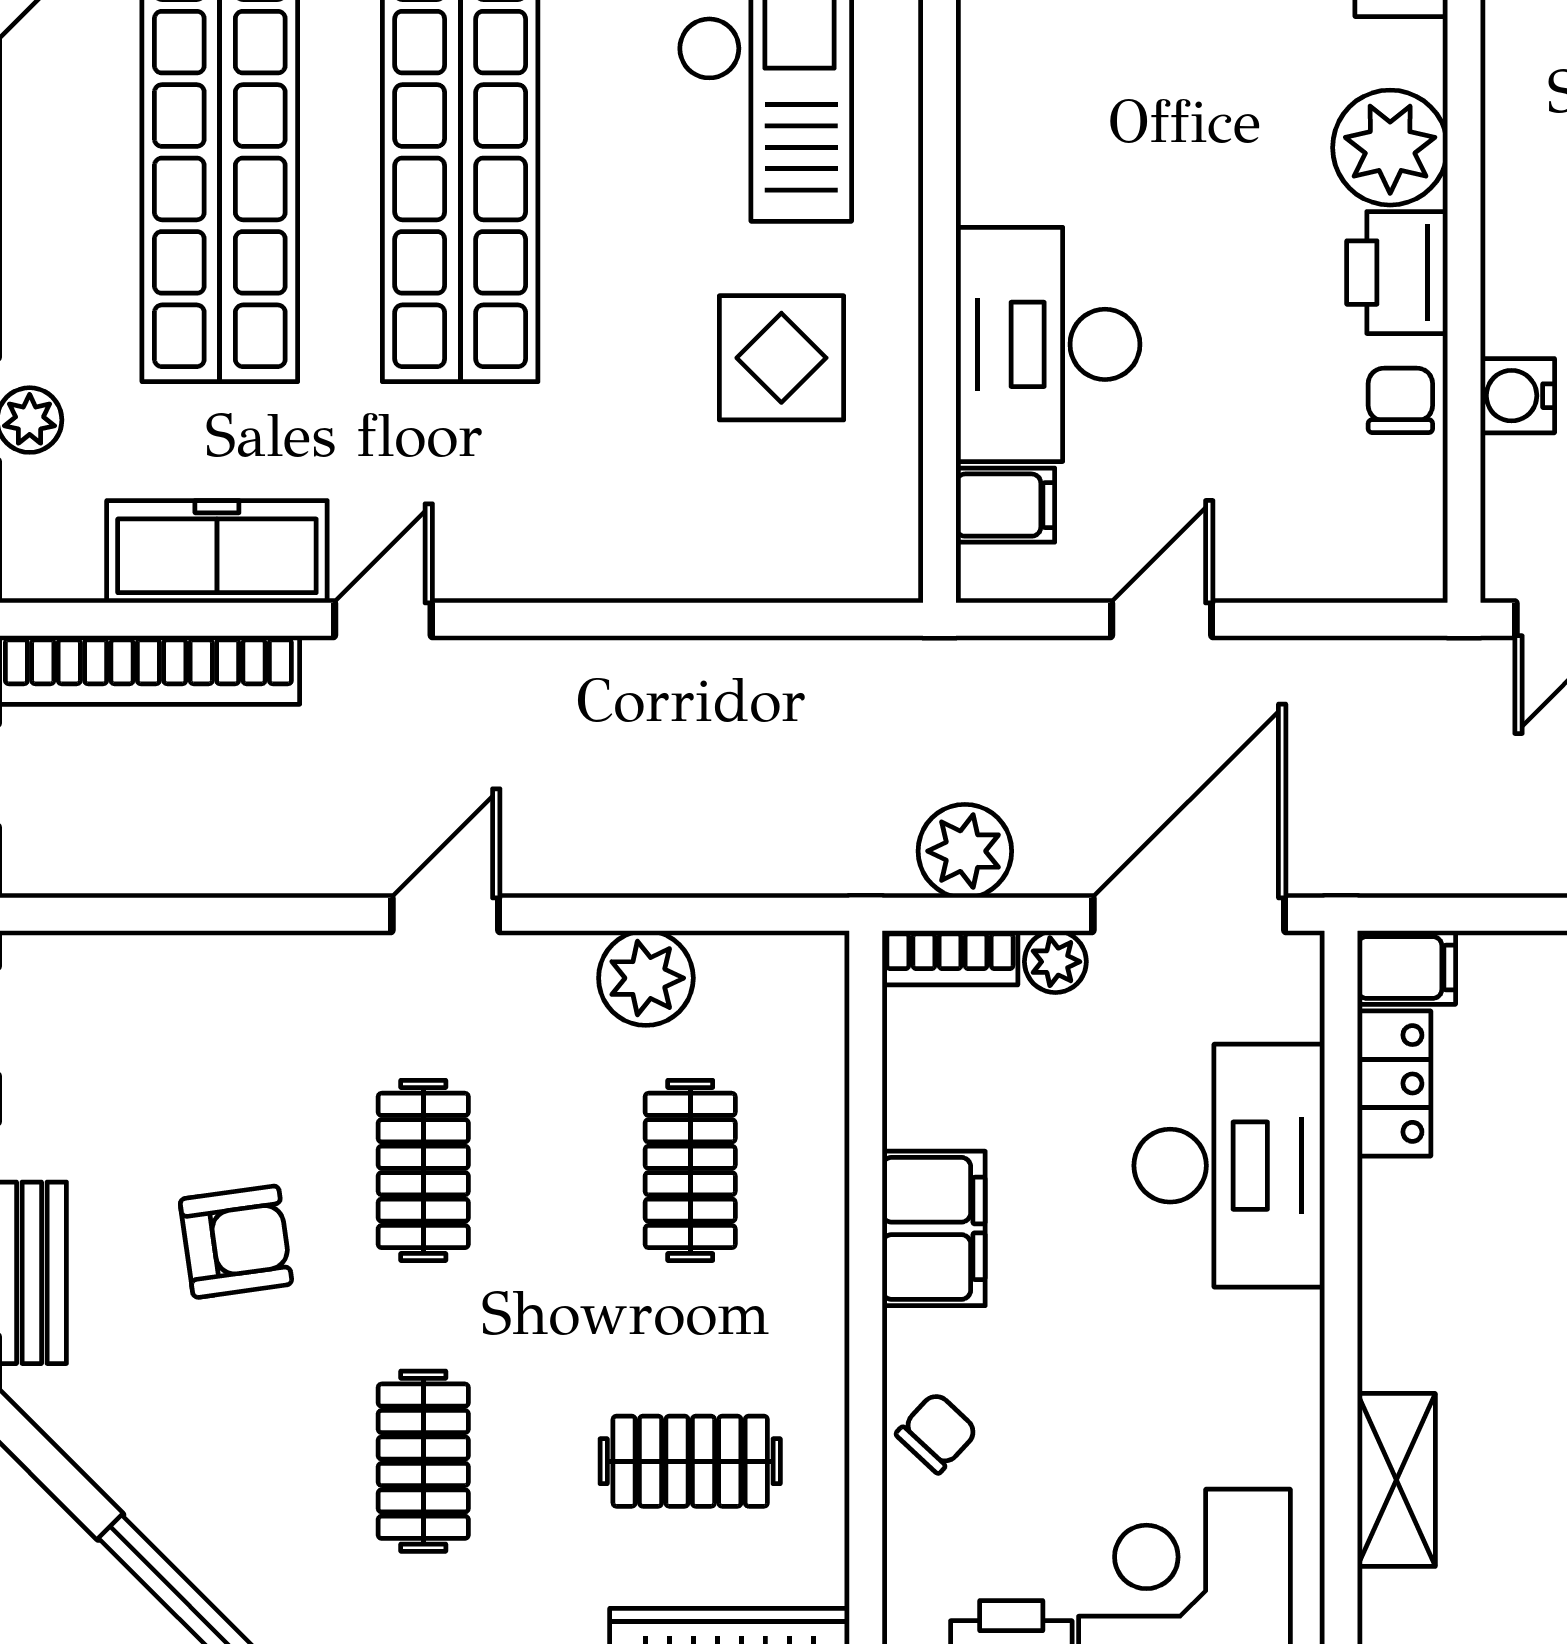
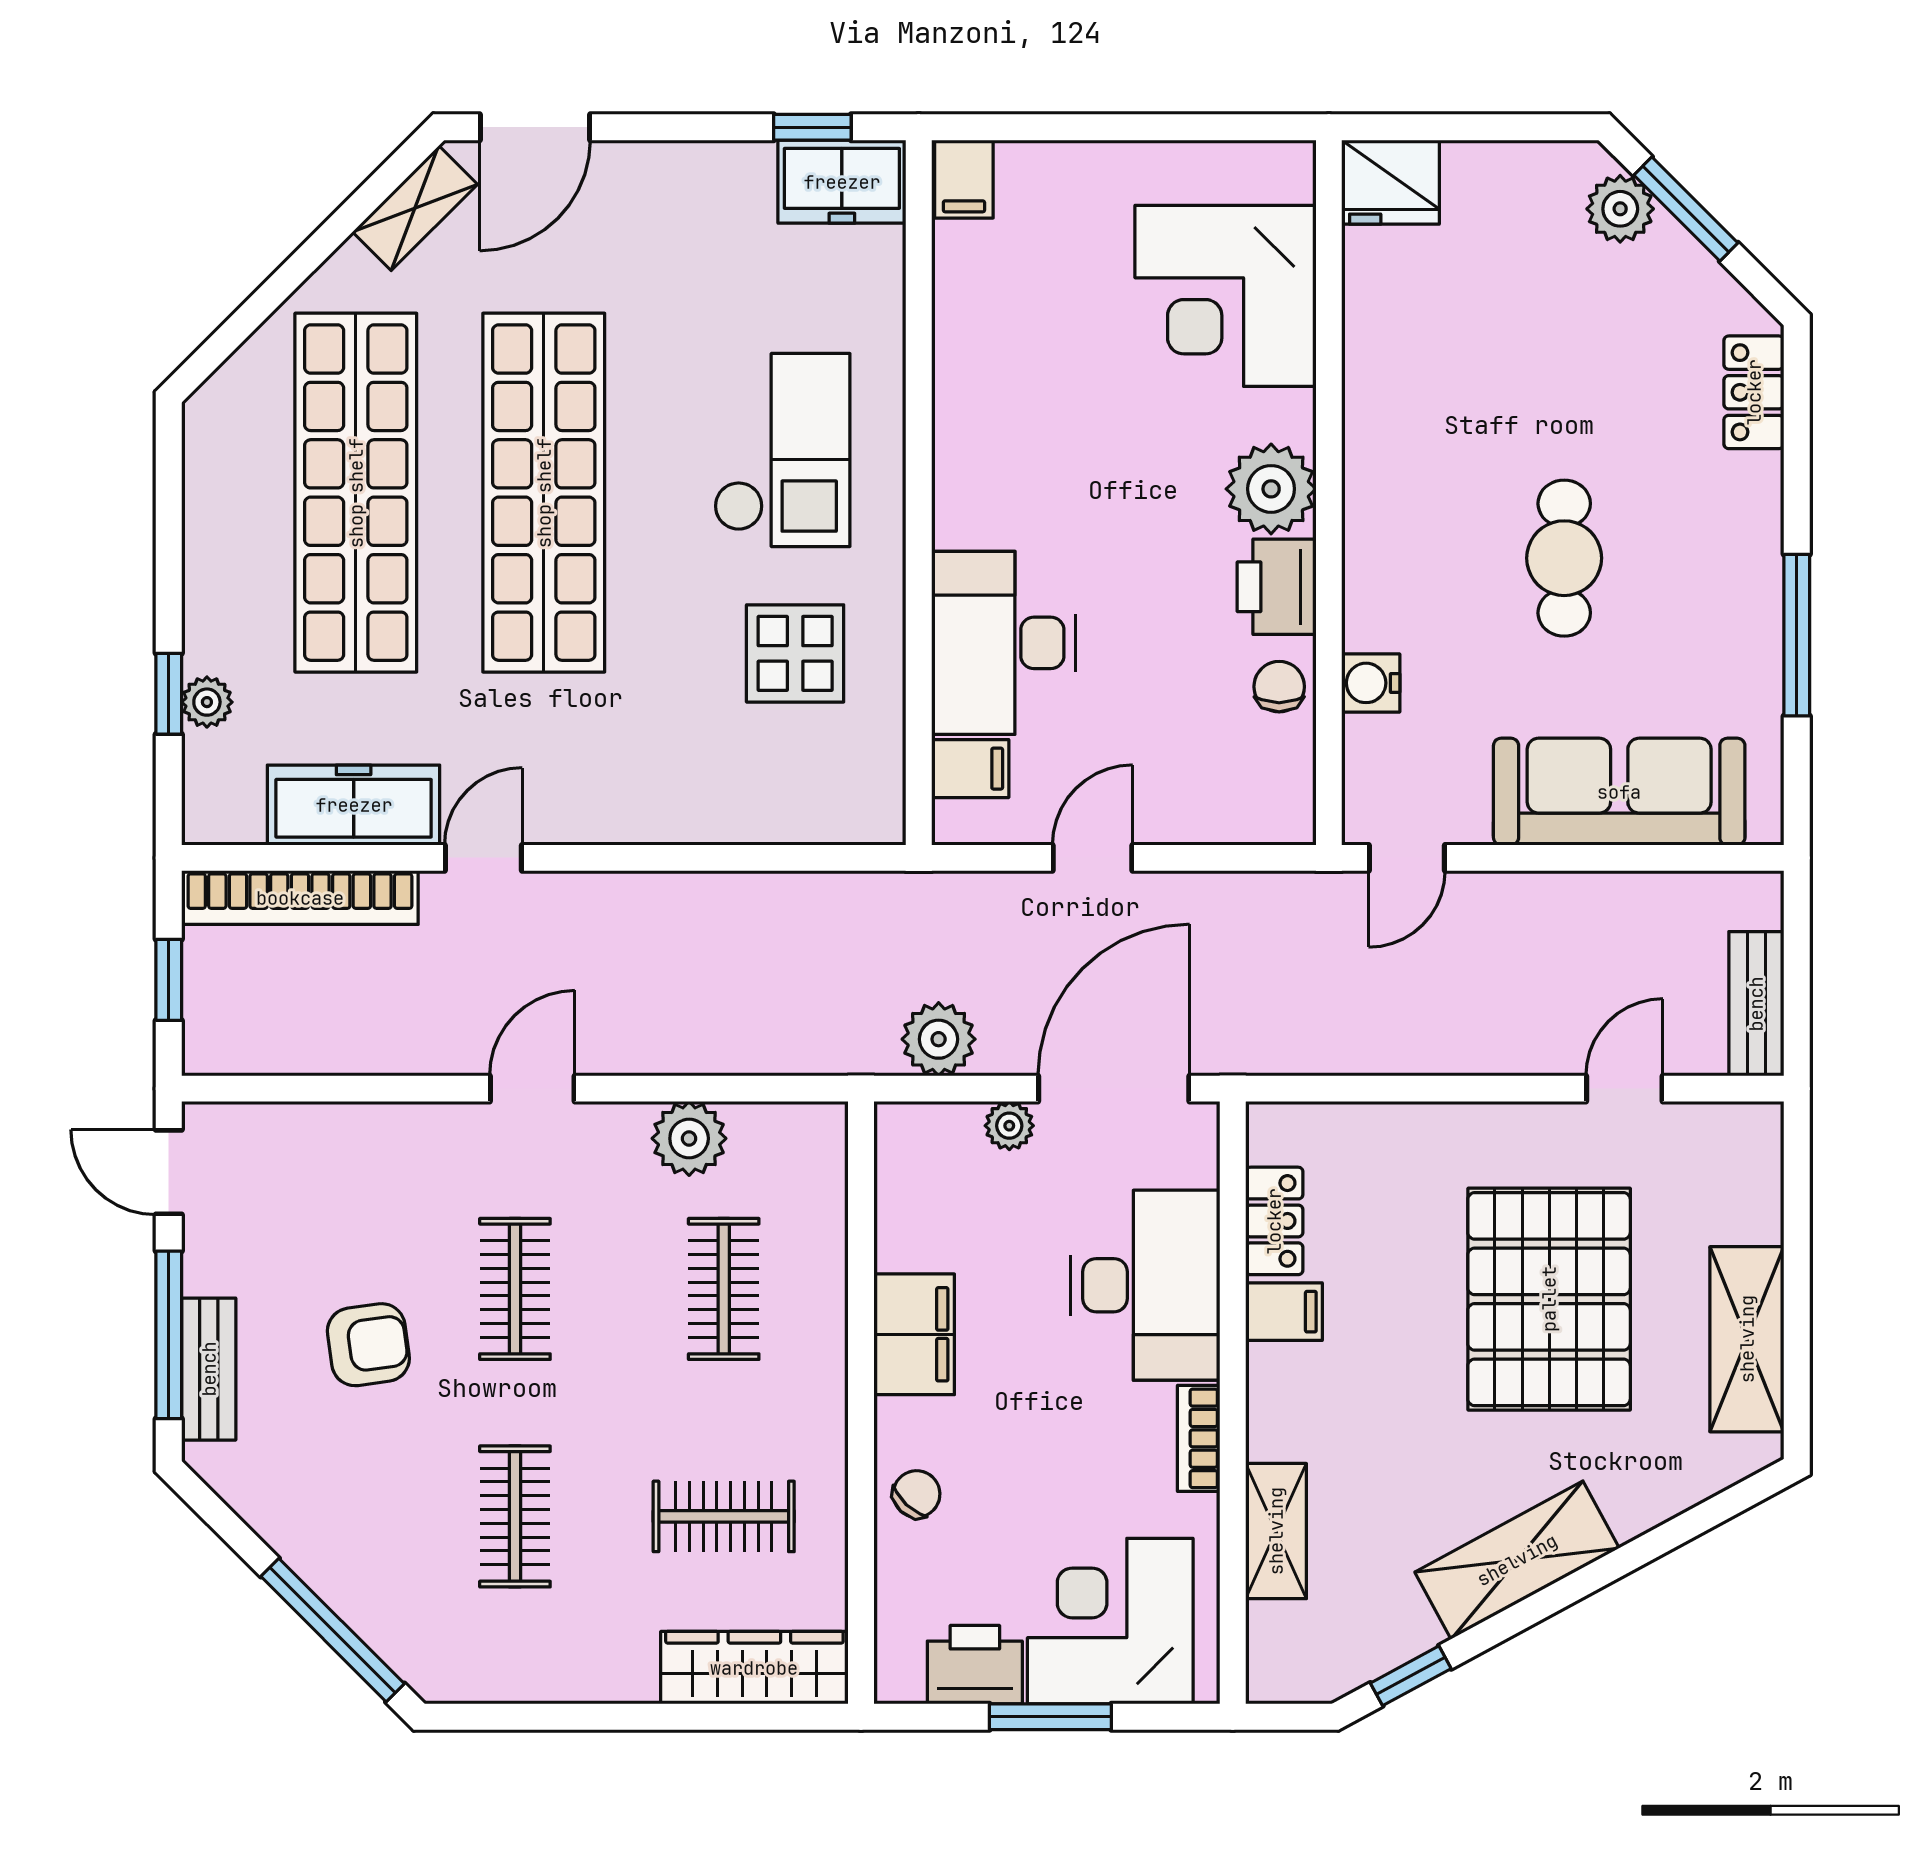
bookcase: (950, 958) -> (1199, 1438), moved, turned 90
filing cabinet: (1407, 968) -> (1284, 1312), moved

